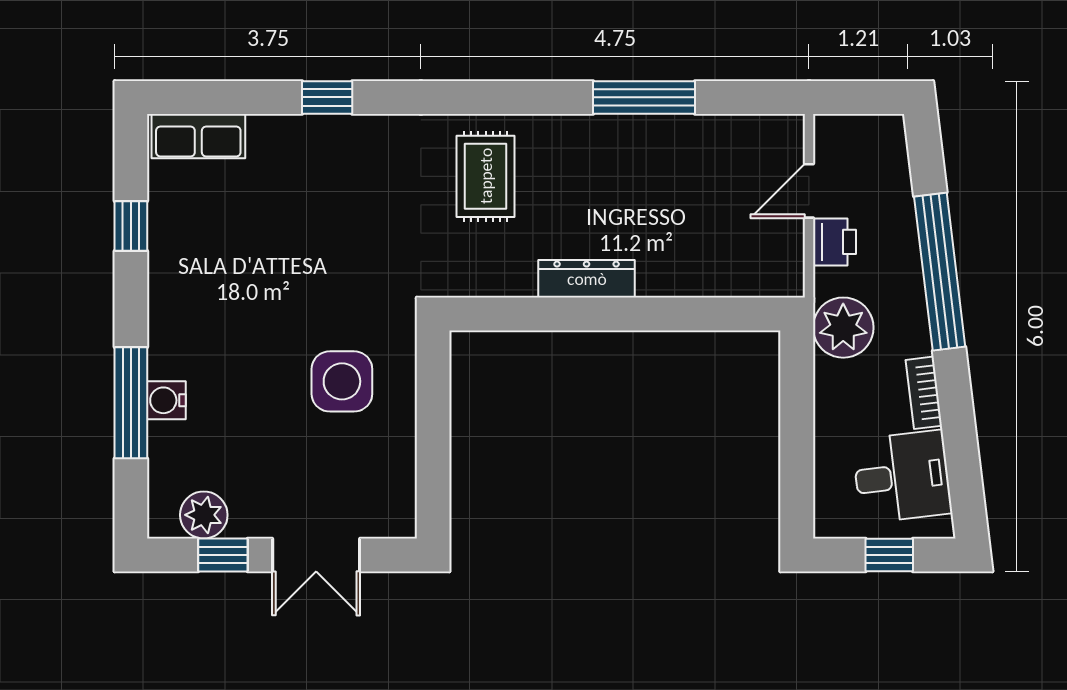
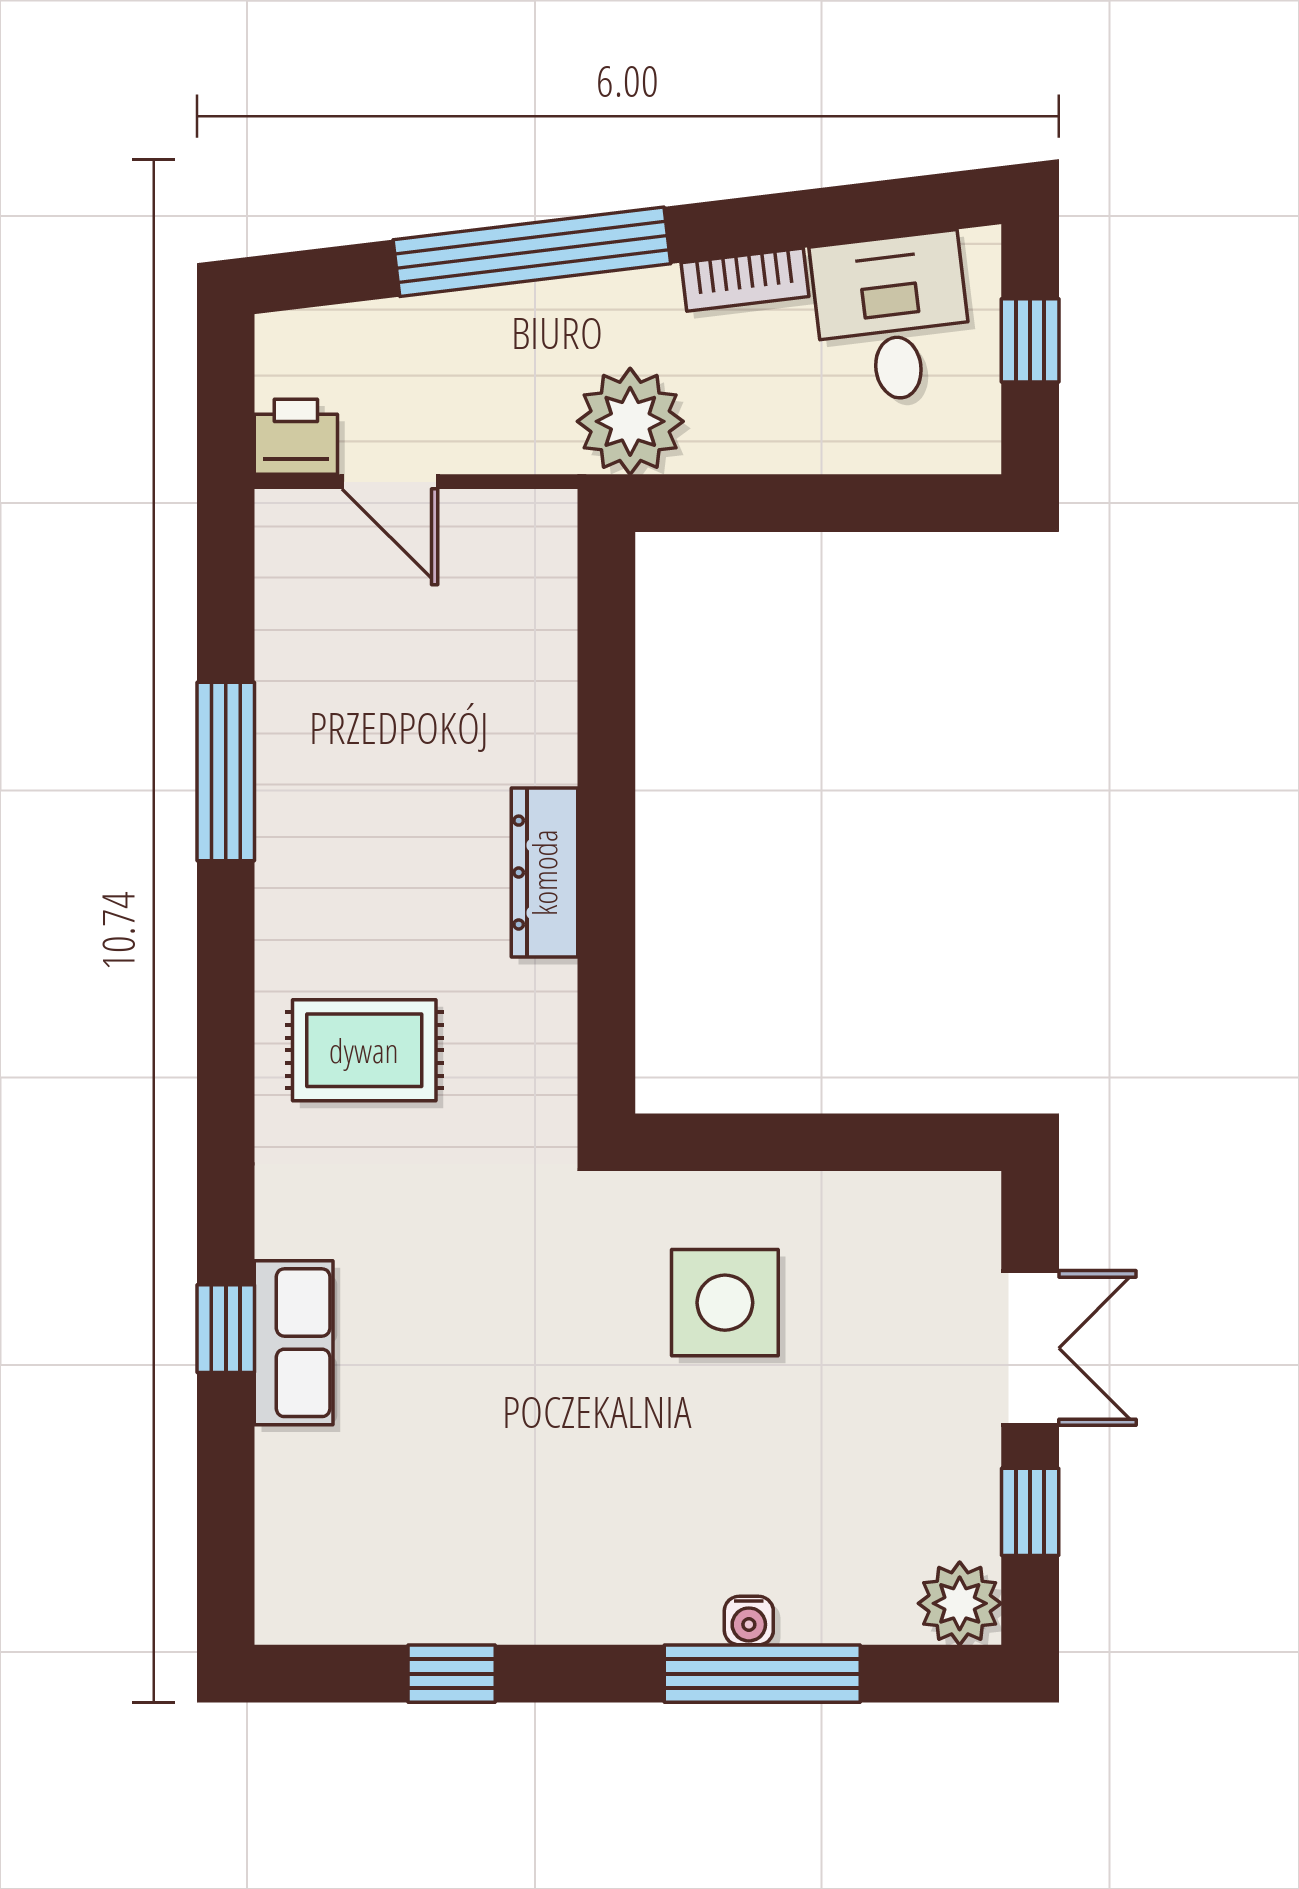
row of seats: (198, 136) -> (294, 1343), moved
printer: (834, 242) -> (296, 437), moved
water cooler: (166, 400) -> (749, 1621), width x0.72, depth x0.72
plant: (204, 515) -> (960, 1603), moved

